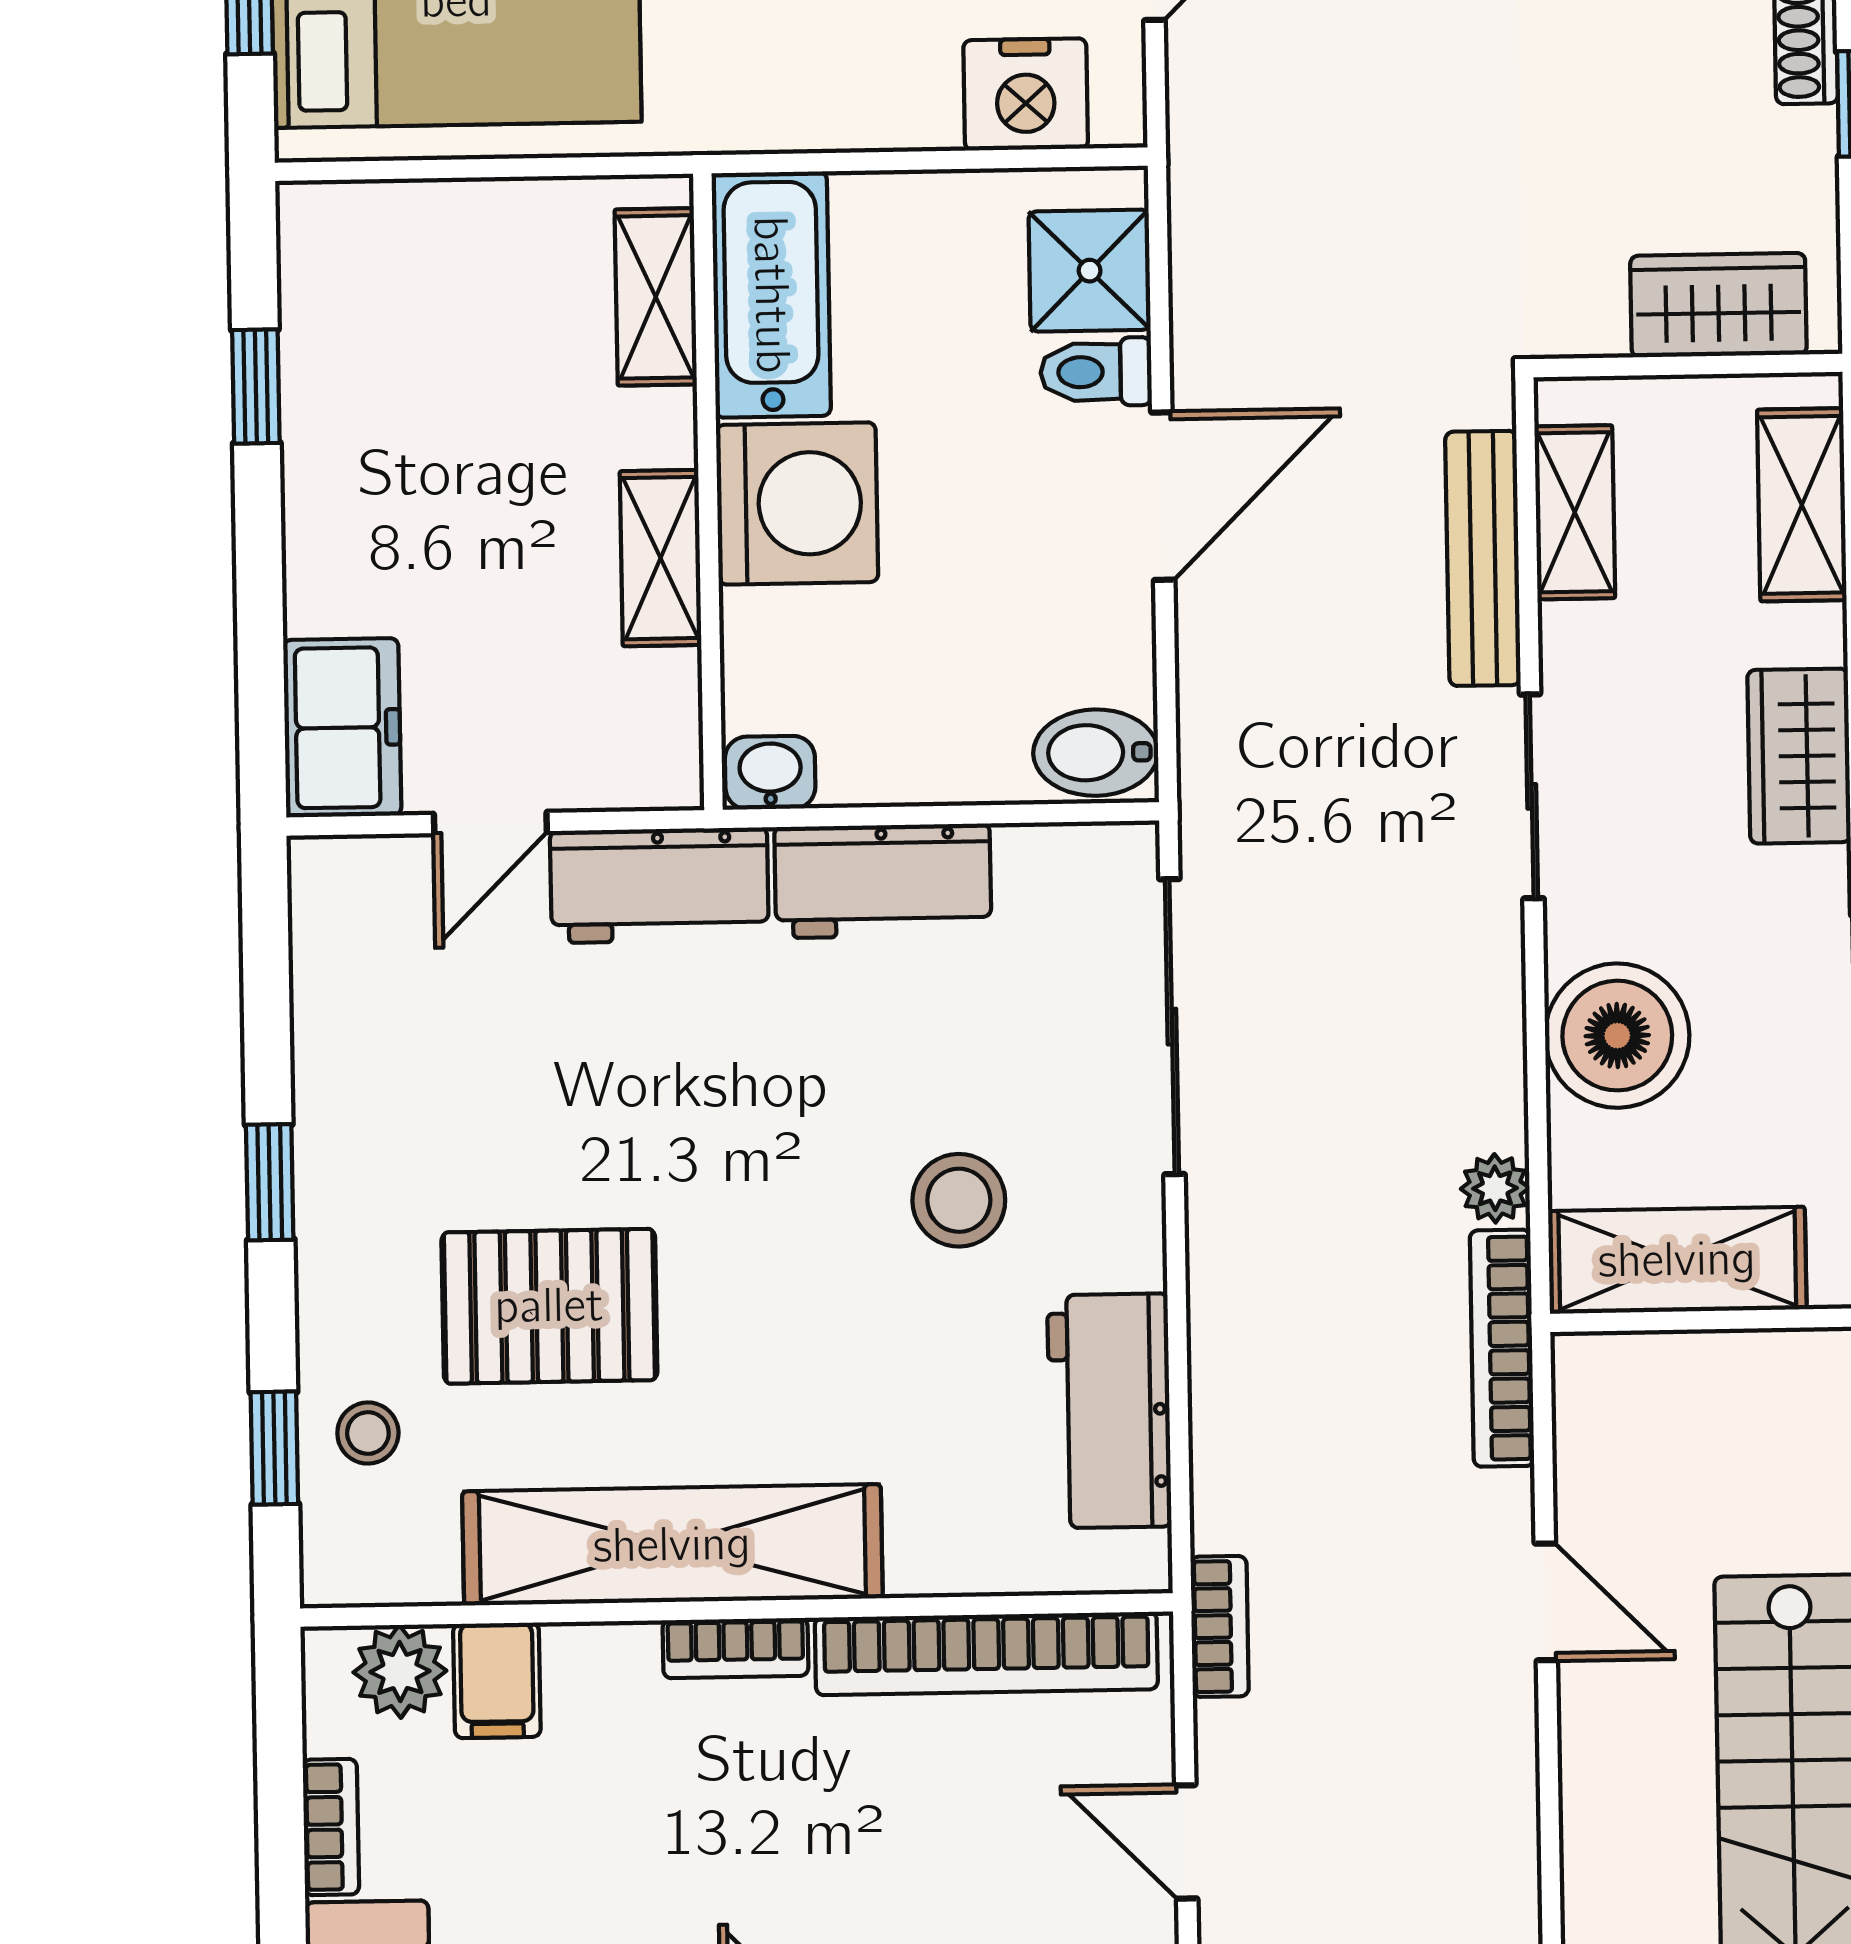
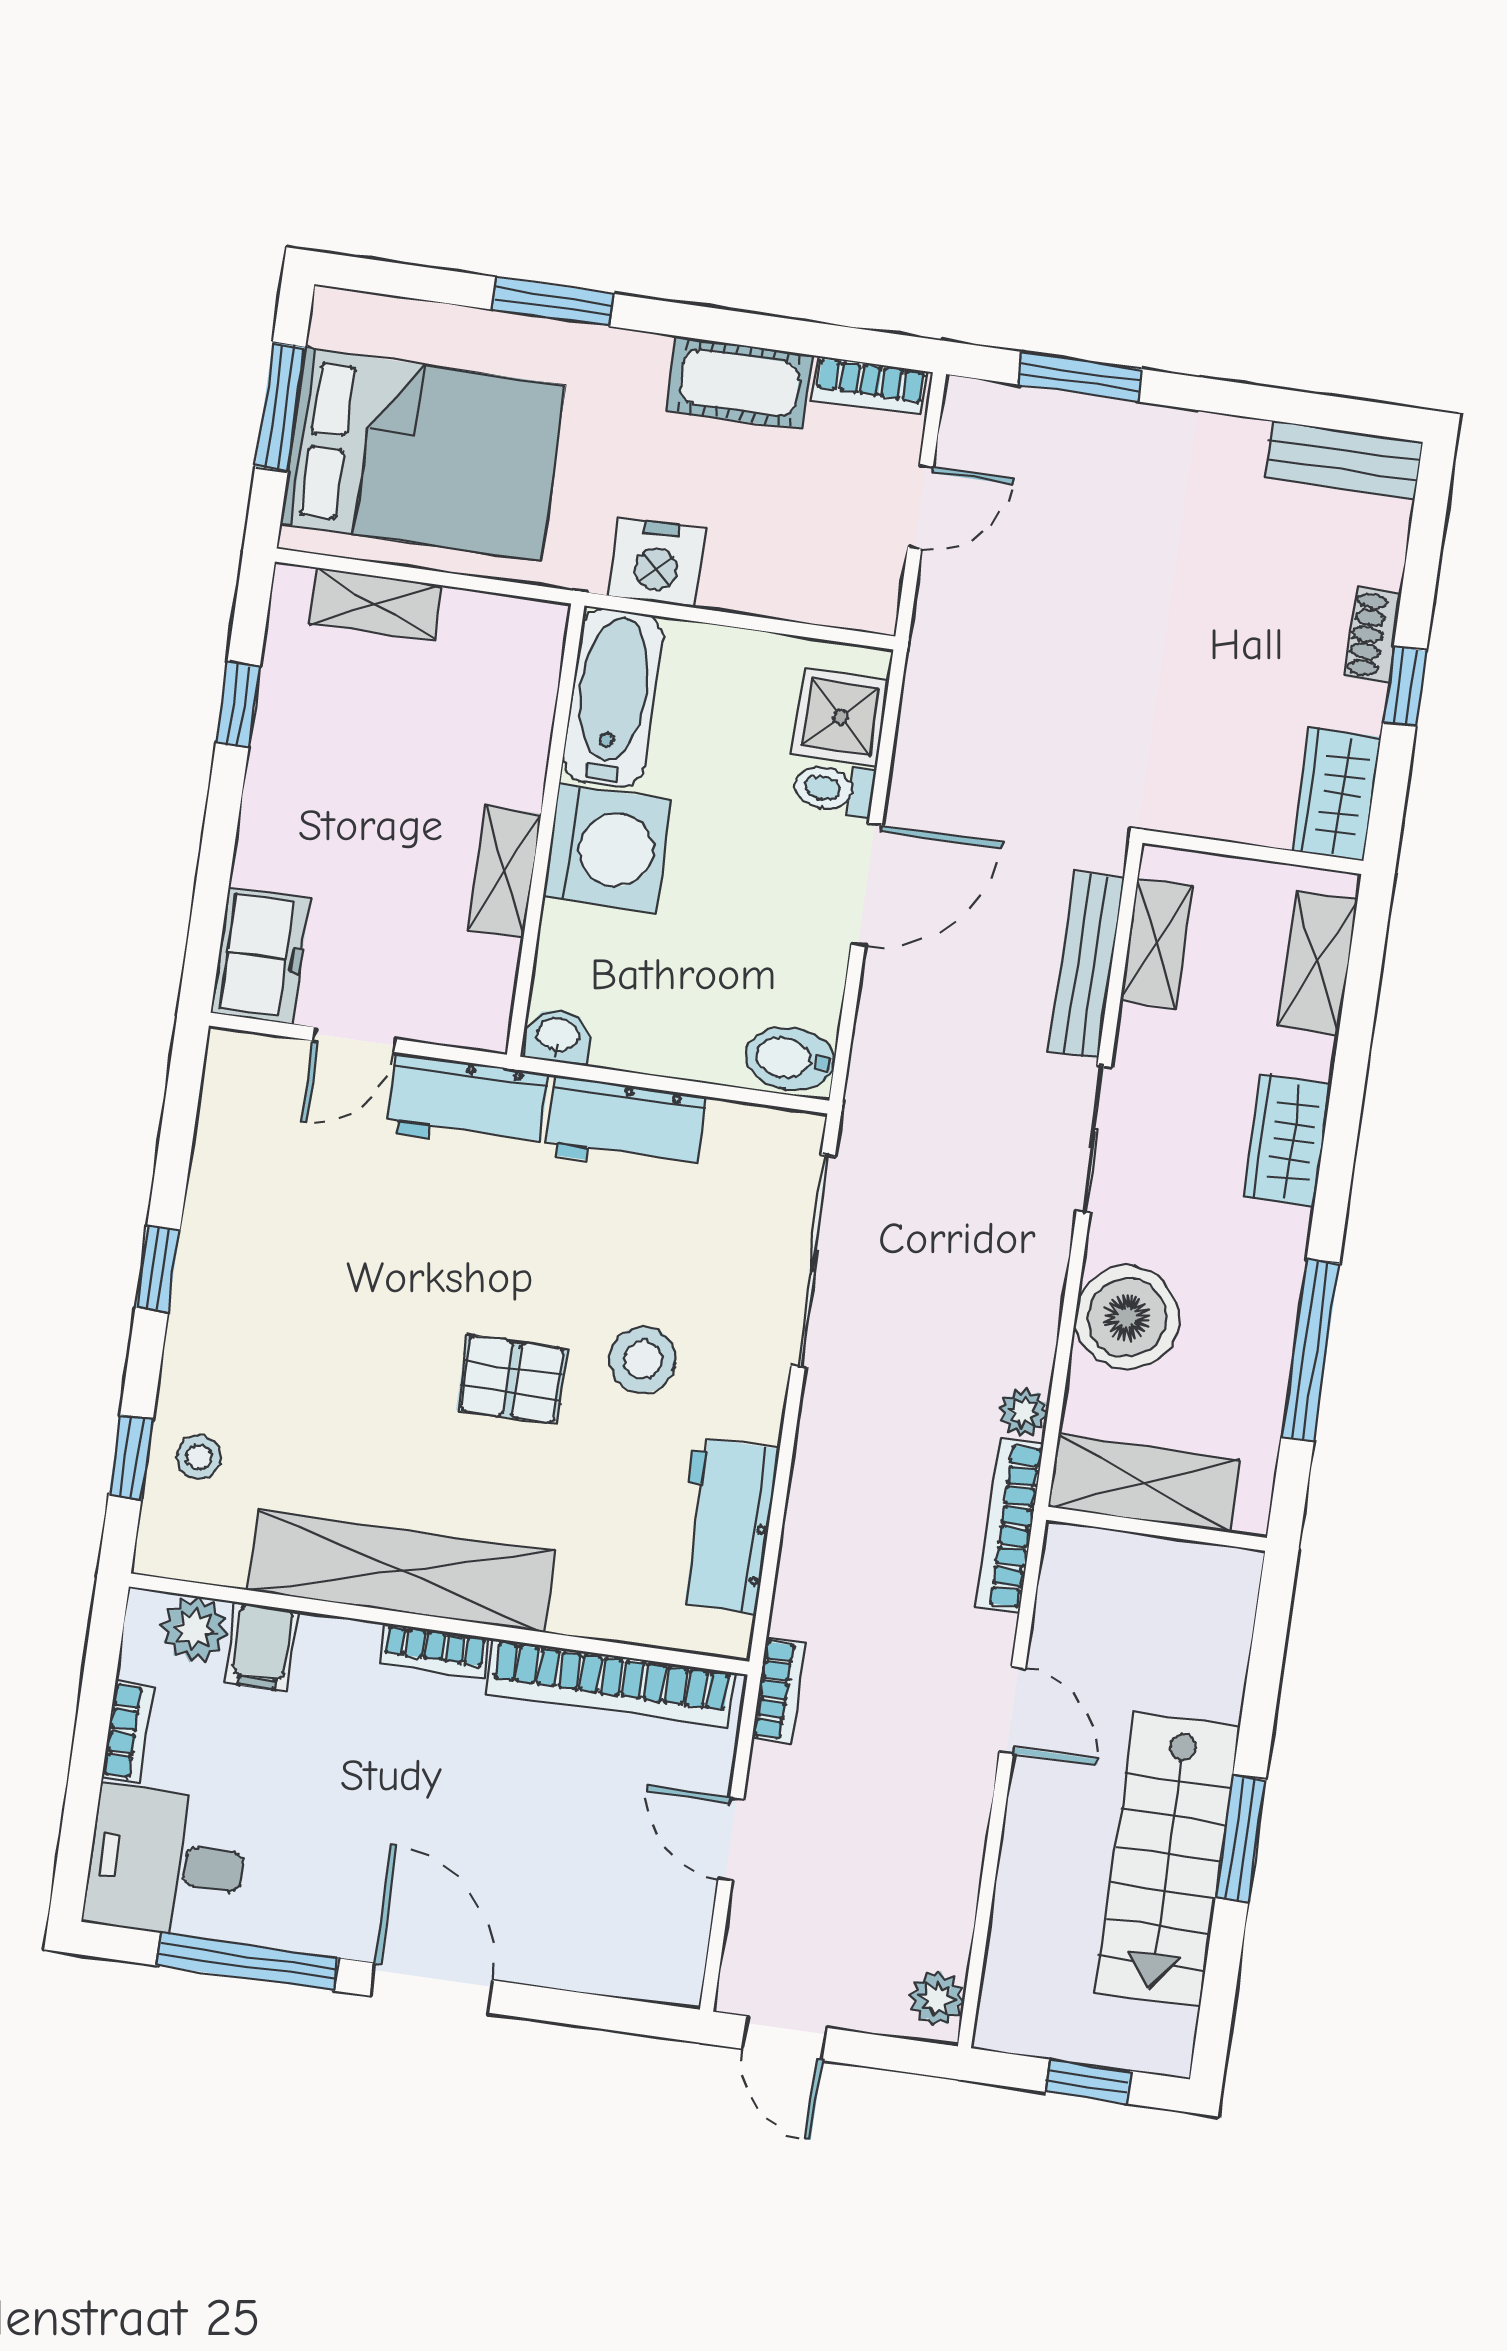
nightstand: (1026, 94) -> (657, 563), moved
shelving: (656, 297) -> (376, 604), moved, turned 90
wardrobe: (1718, 305) -> (1336, 794), moved, turned -90
pallet: (549, 1306) -> (512, 1379), moved, width x0.67, depth x0.71

